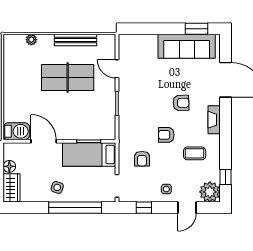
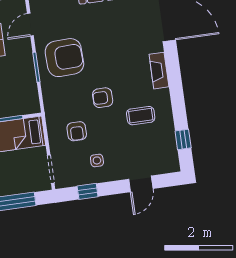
door: (117, 69) -> (30, 25), hinge flipped
armchair: (181, 103) -> (64, 58), moved, width x1.88, depth x1.88
side table: (166, 189) -> (97, 160), moved
plant: (210, 192) -> (166, 160), removed

